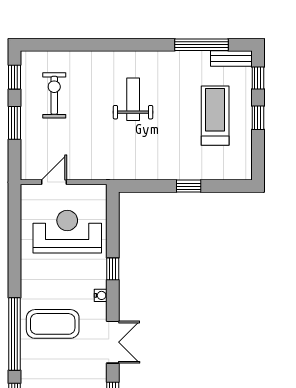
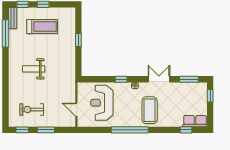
treadmill: (215, 116) -> (42, 26), turned 180
window: (15, 334) -> (130, 130), moved

